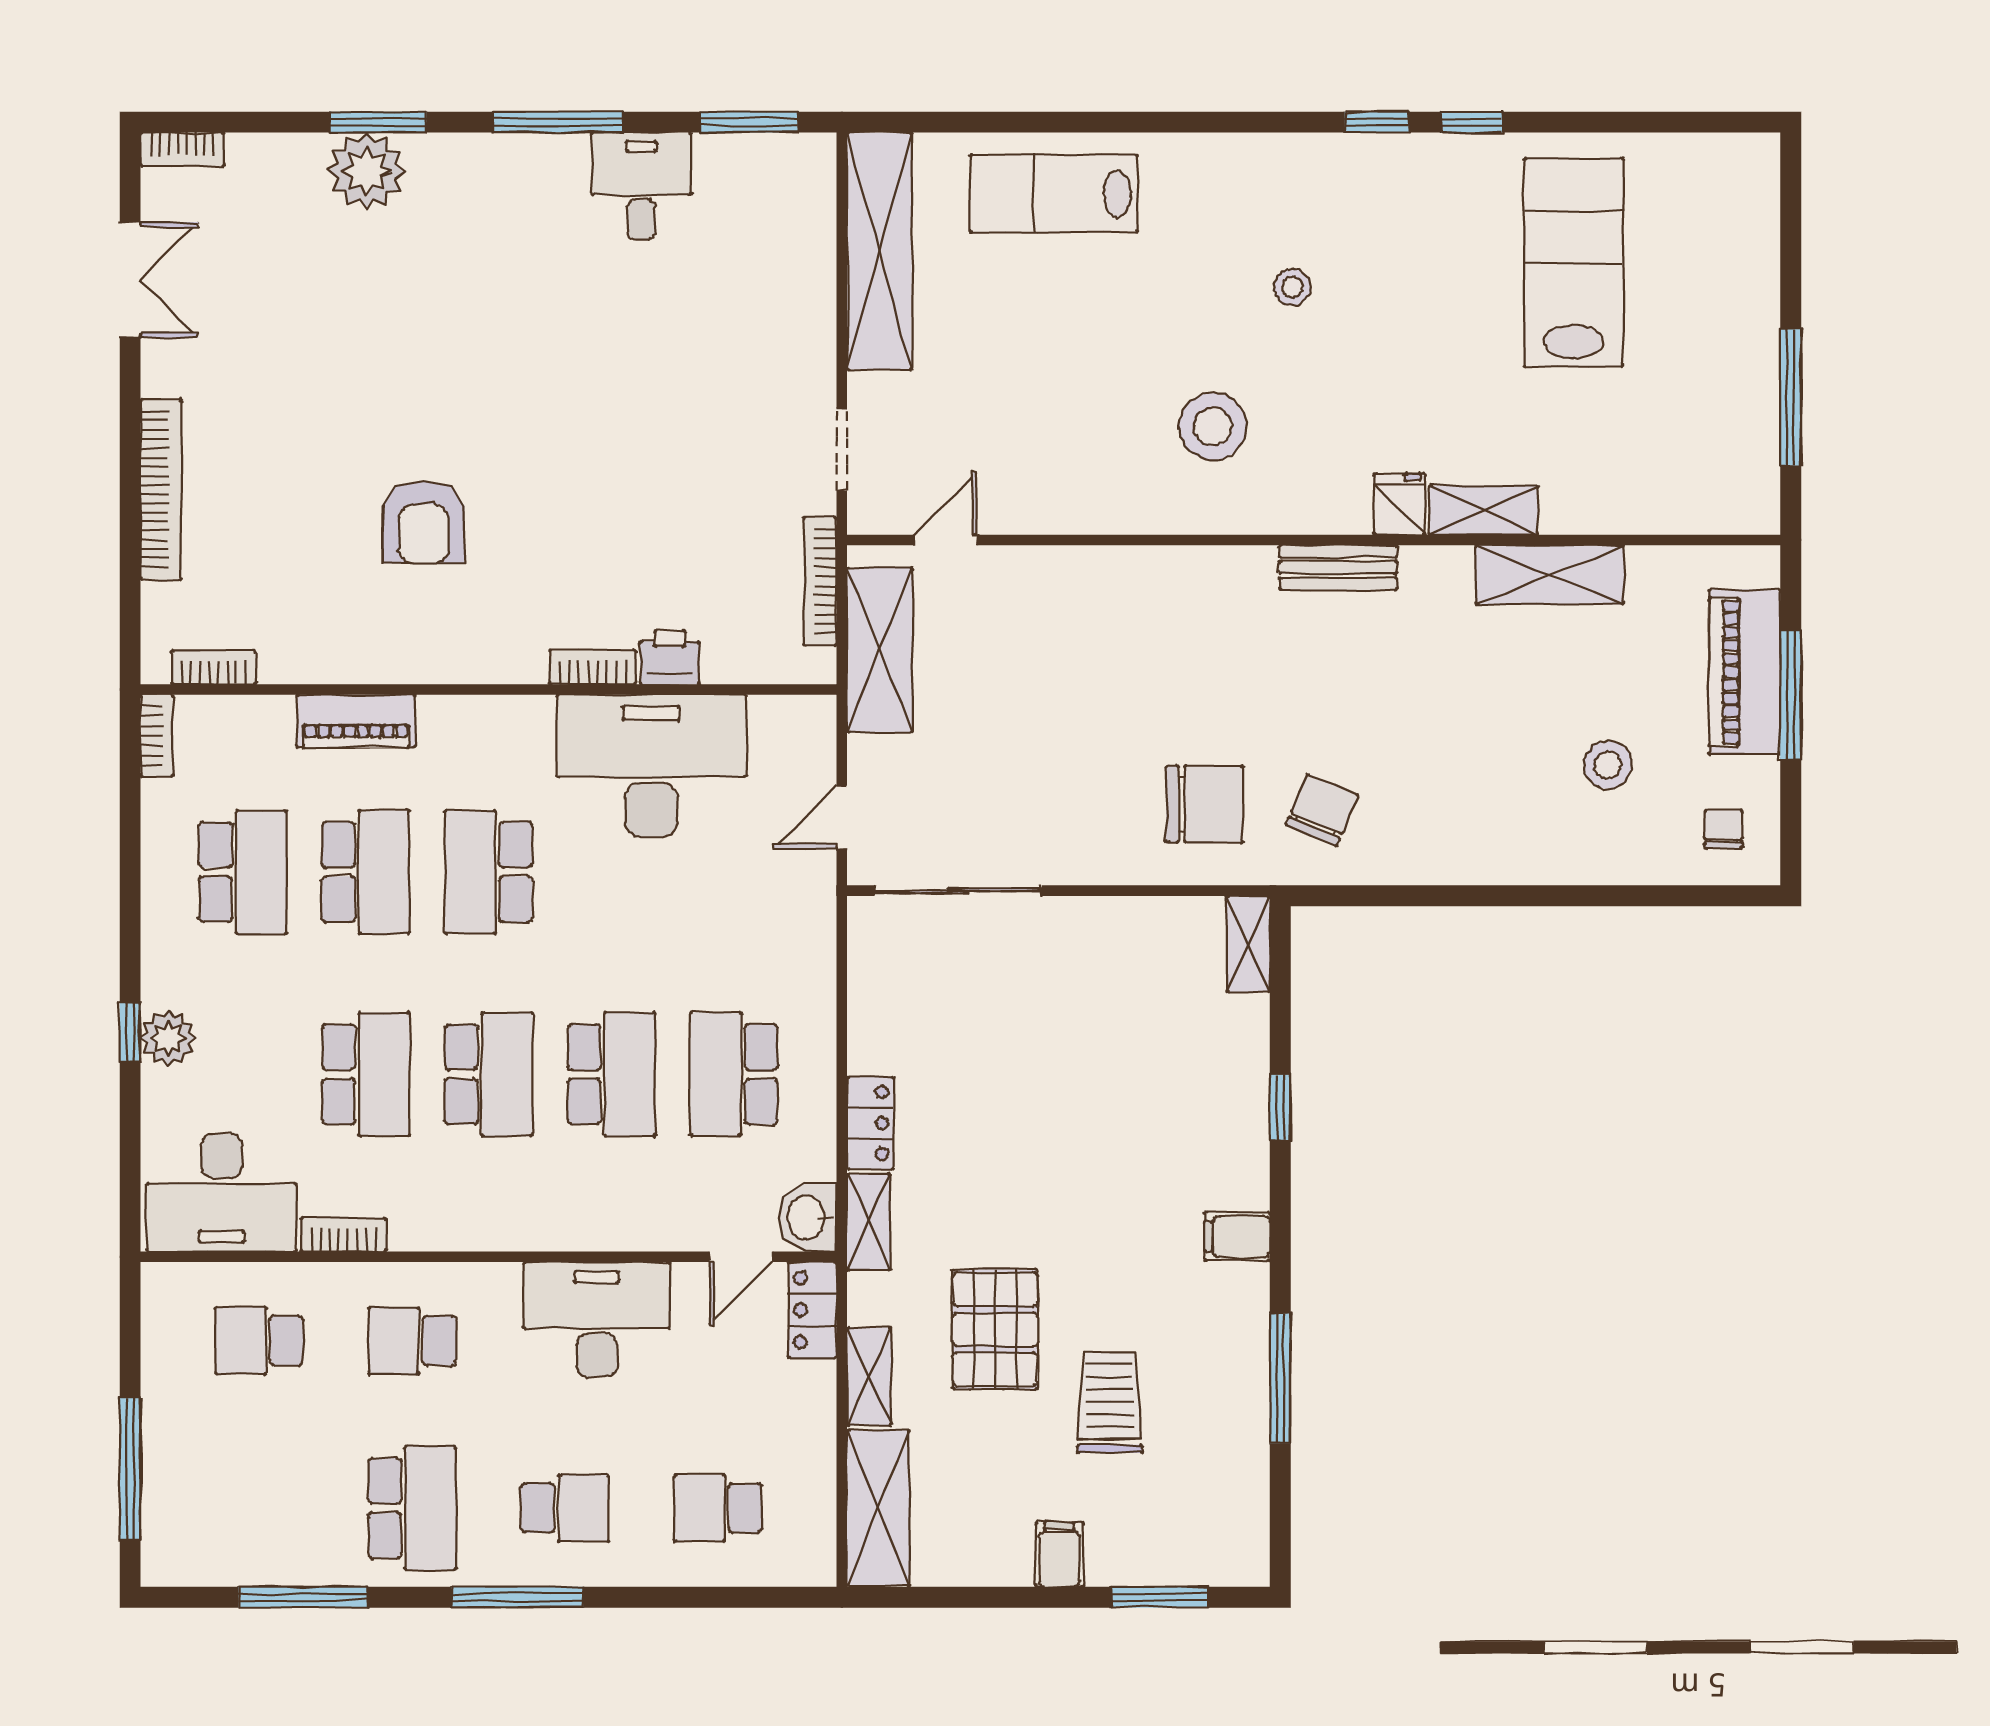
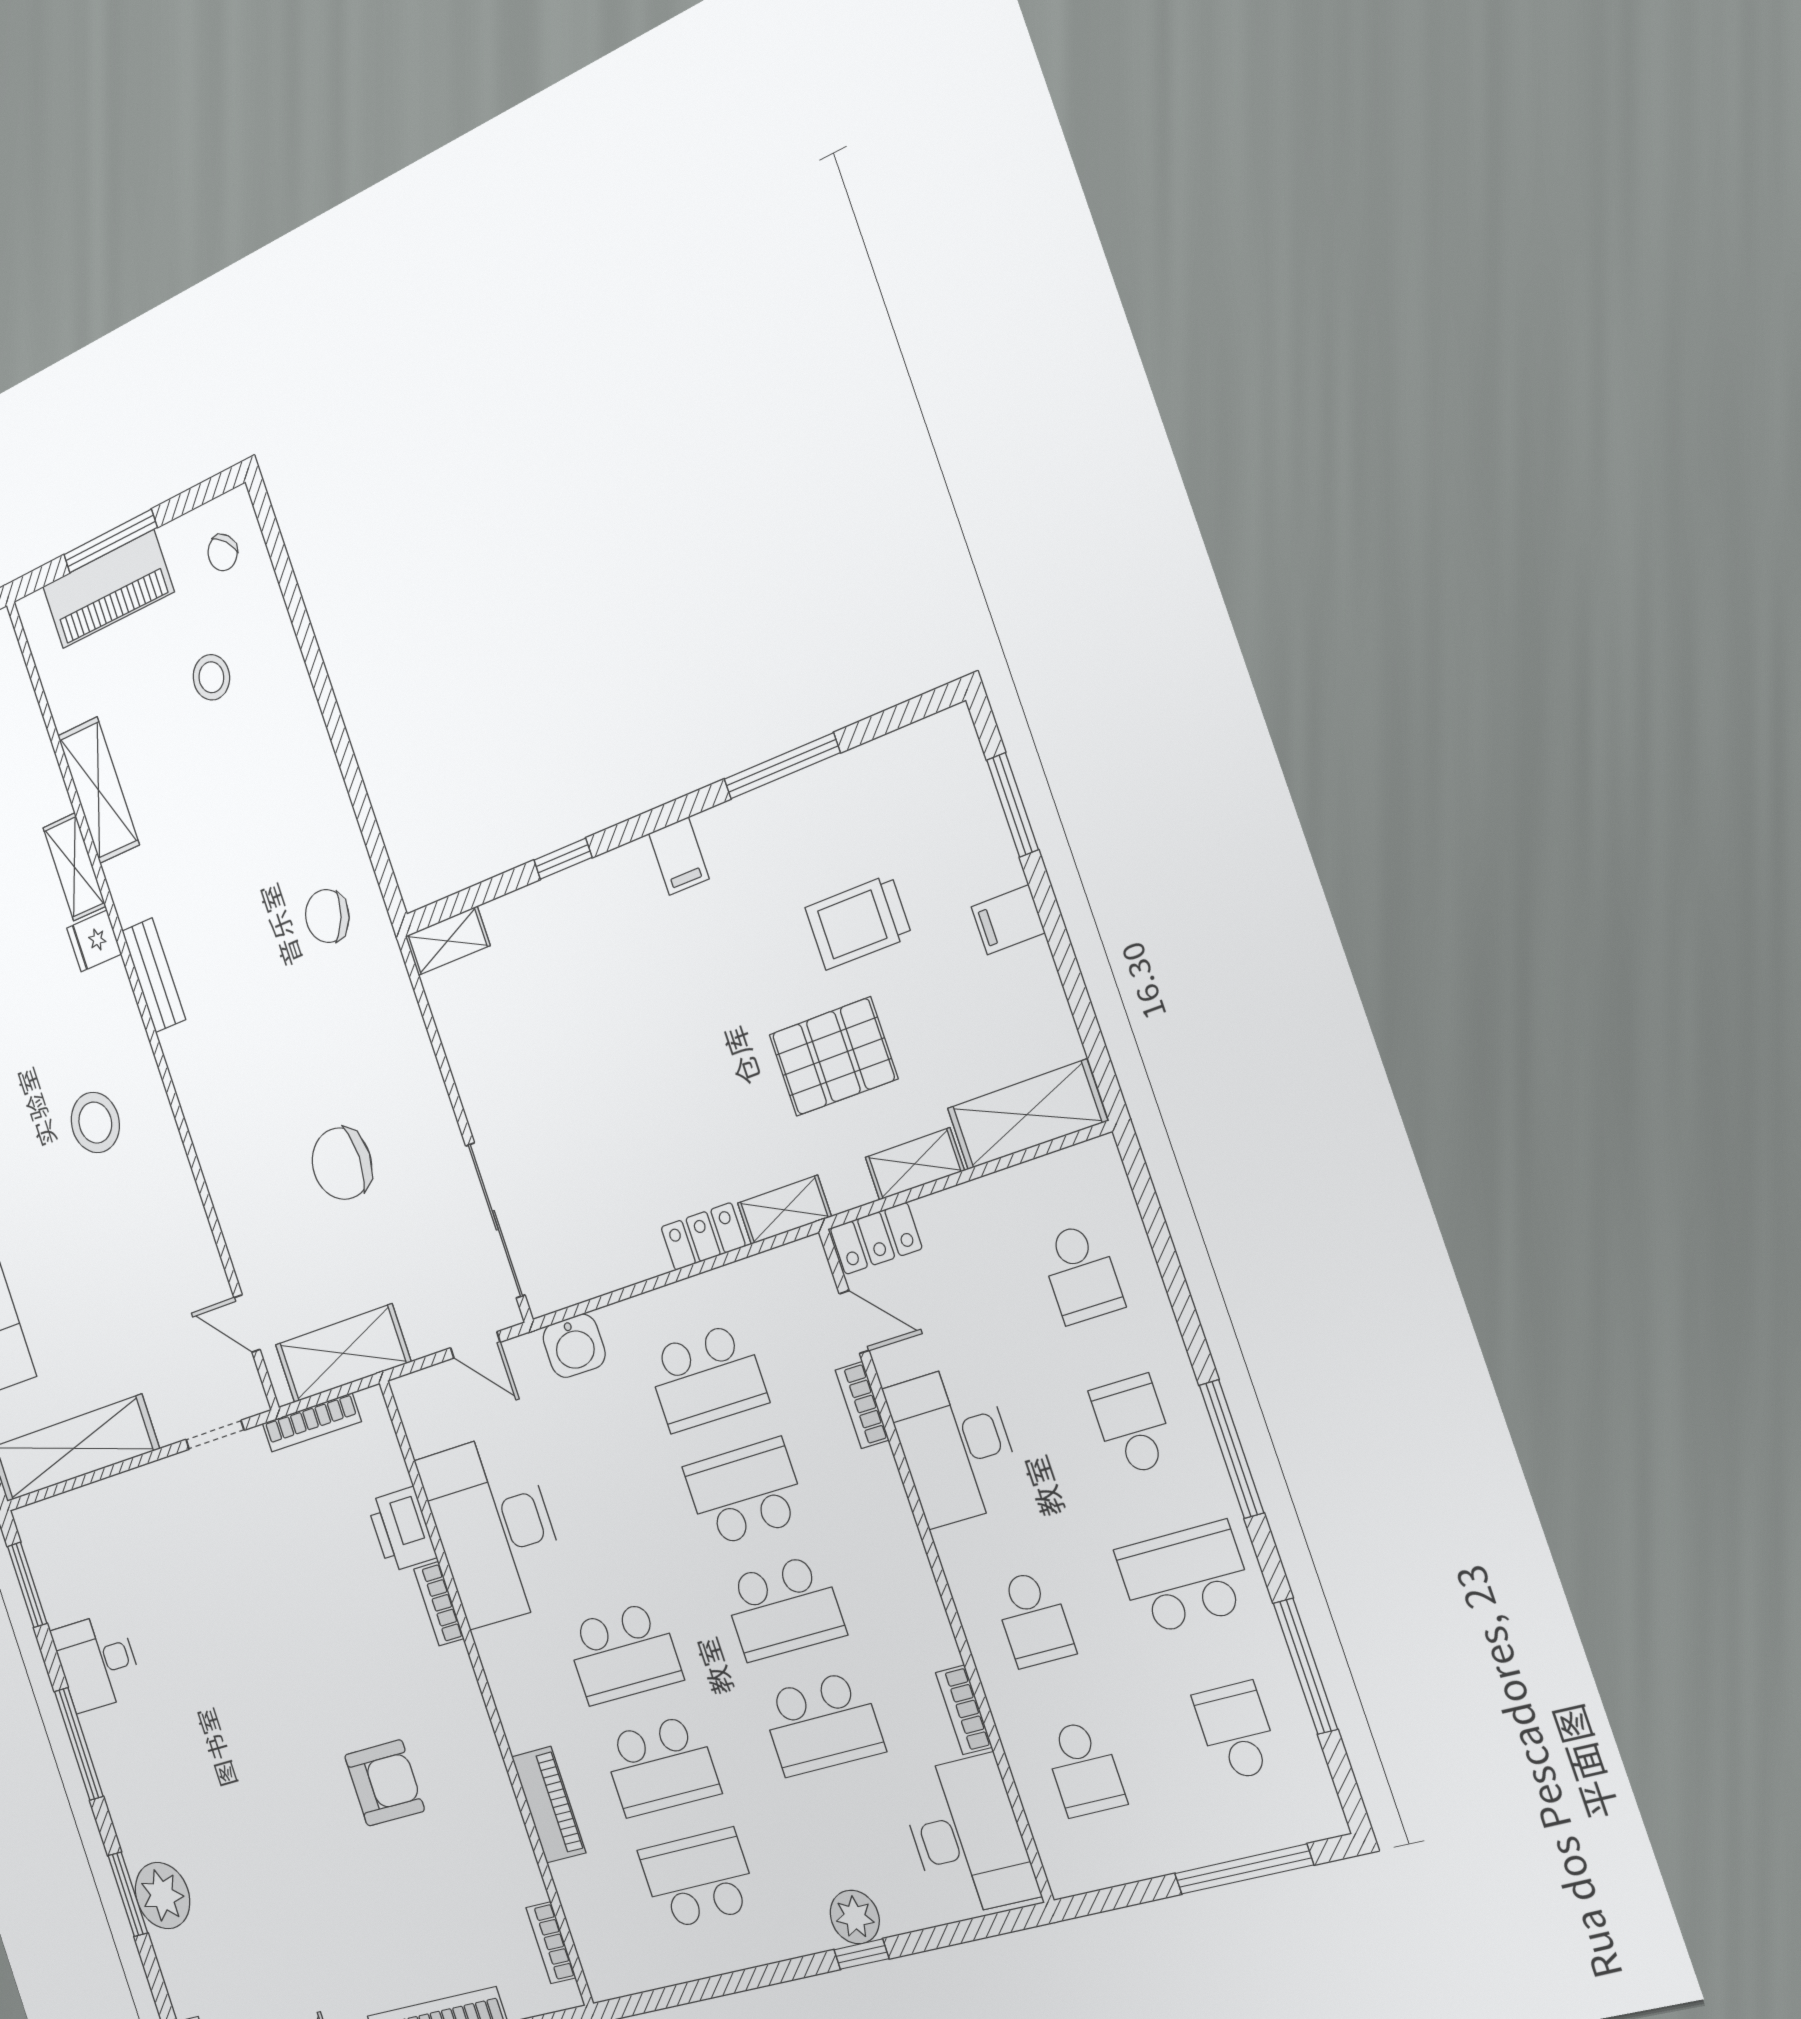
printer: (670, 657) -> (402, 1529), width x1.36, depth x1.24
bookcase: (157, 736) -> (862, 1405), moved, turned -90
chair: (1205, 804) -> (342, 1164), moved, turned -90
chair: (1724, 829) -> (223, 553), turned -45
school desk: (366, 872) -> (661, 1766), turned 180
school desk: (366, 1074) -> (822, 1724), turned 180
school desk: (489, 1074) -> (783, 1608), turned 180
washbasin: (808, 1217) -> (574, 1346), moved
school desk: (259, 1508) -> (1236, 1731), added

